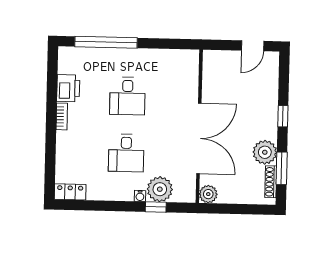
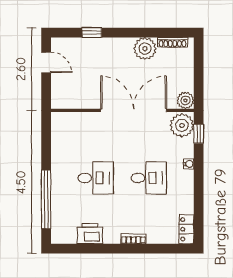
bookcase: (62, 116) -> (133, 239), moved
window: (283, 116) -> (92, 33), moved
window: (282, 168) -> (160, 33), removed
plant: (160, 189) -> (182, 125), moved
window: (156, 207) -> (199, 134), moved

